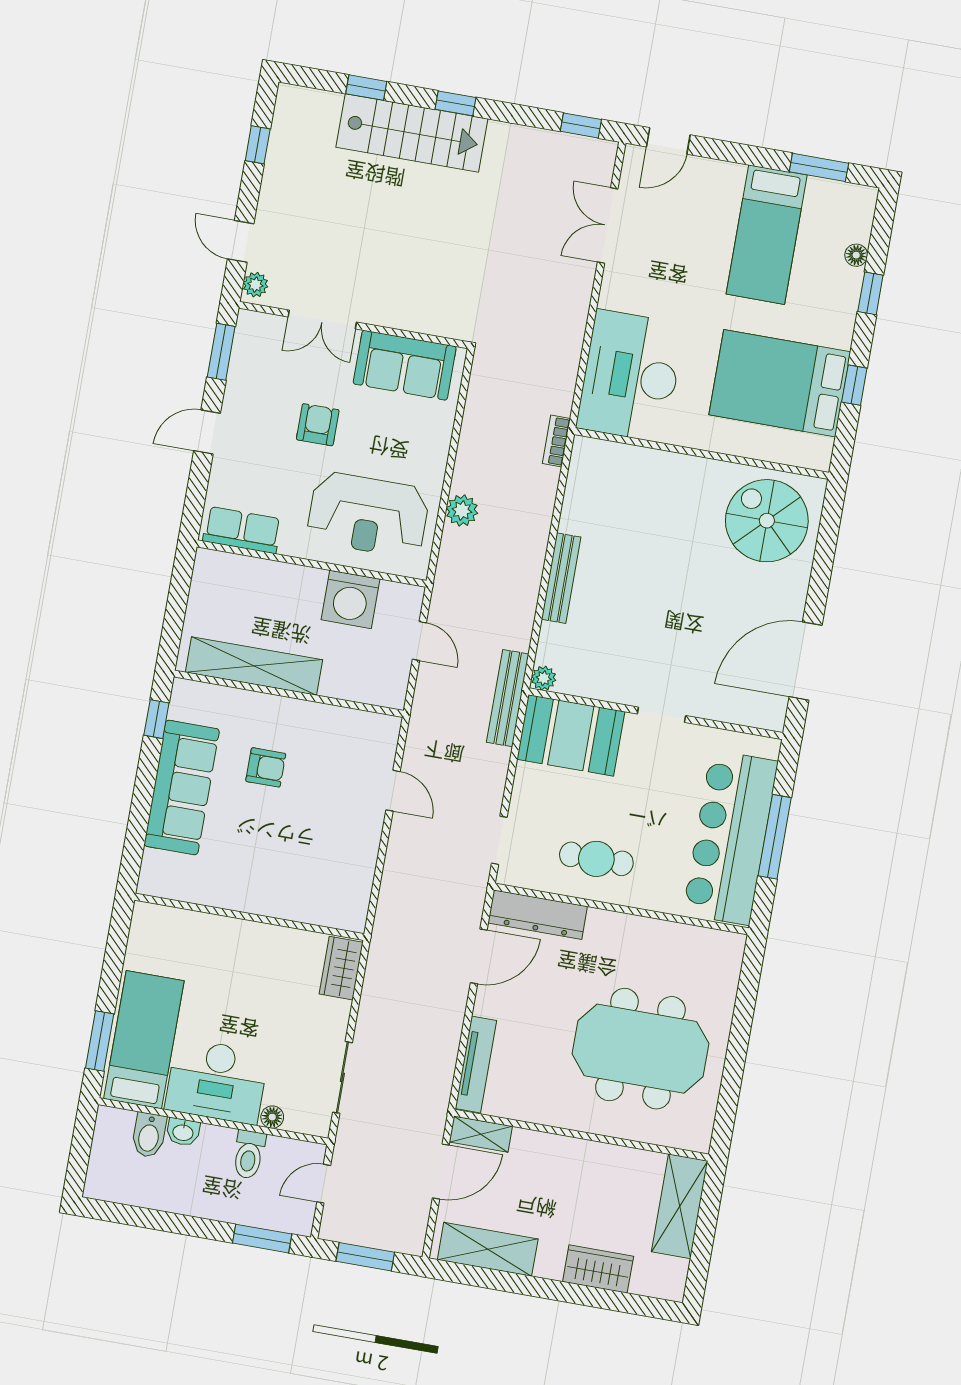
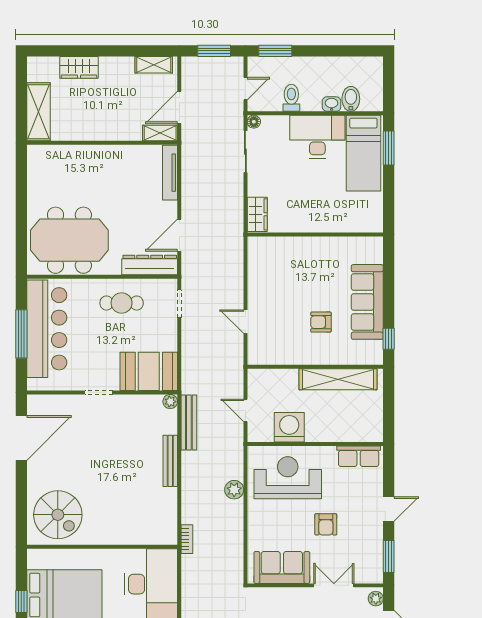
bench: (508, 698) -> (189, 423), moved
meeting table: (640, 1049) -> (69, 240), moved
floor lamp: (272, 1117) -> (254, 122), moved
shelving: (488, 1249) -> (154, 65), width x0.67, depth x0.75

